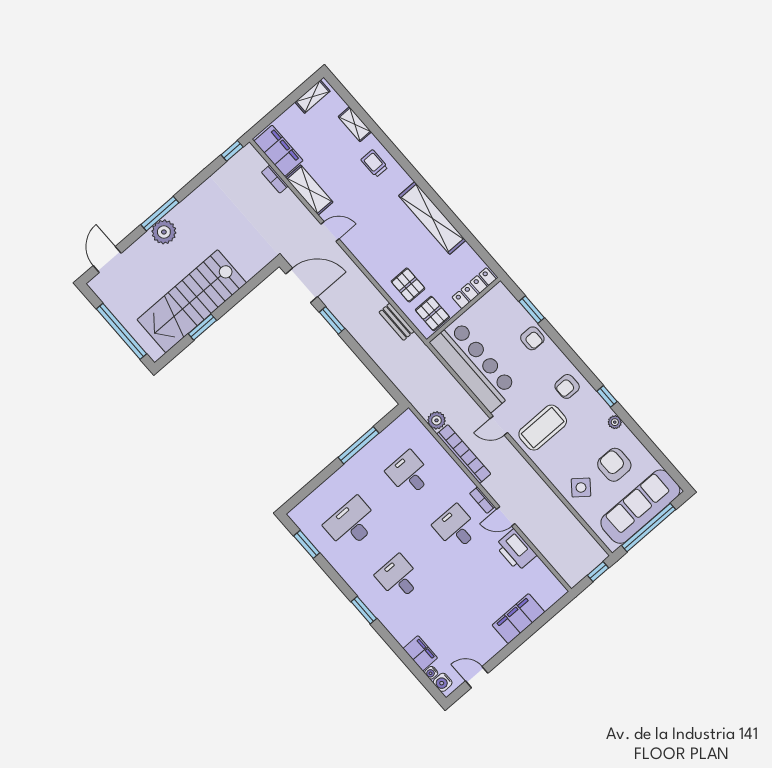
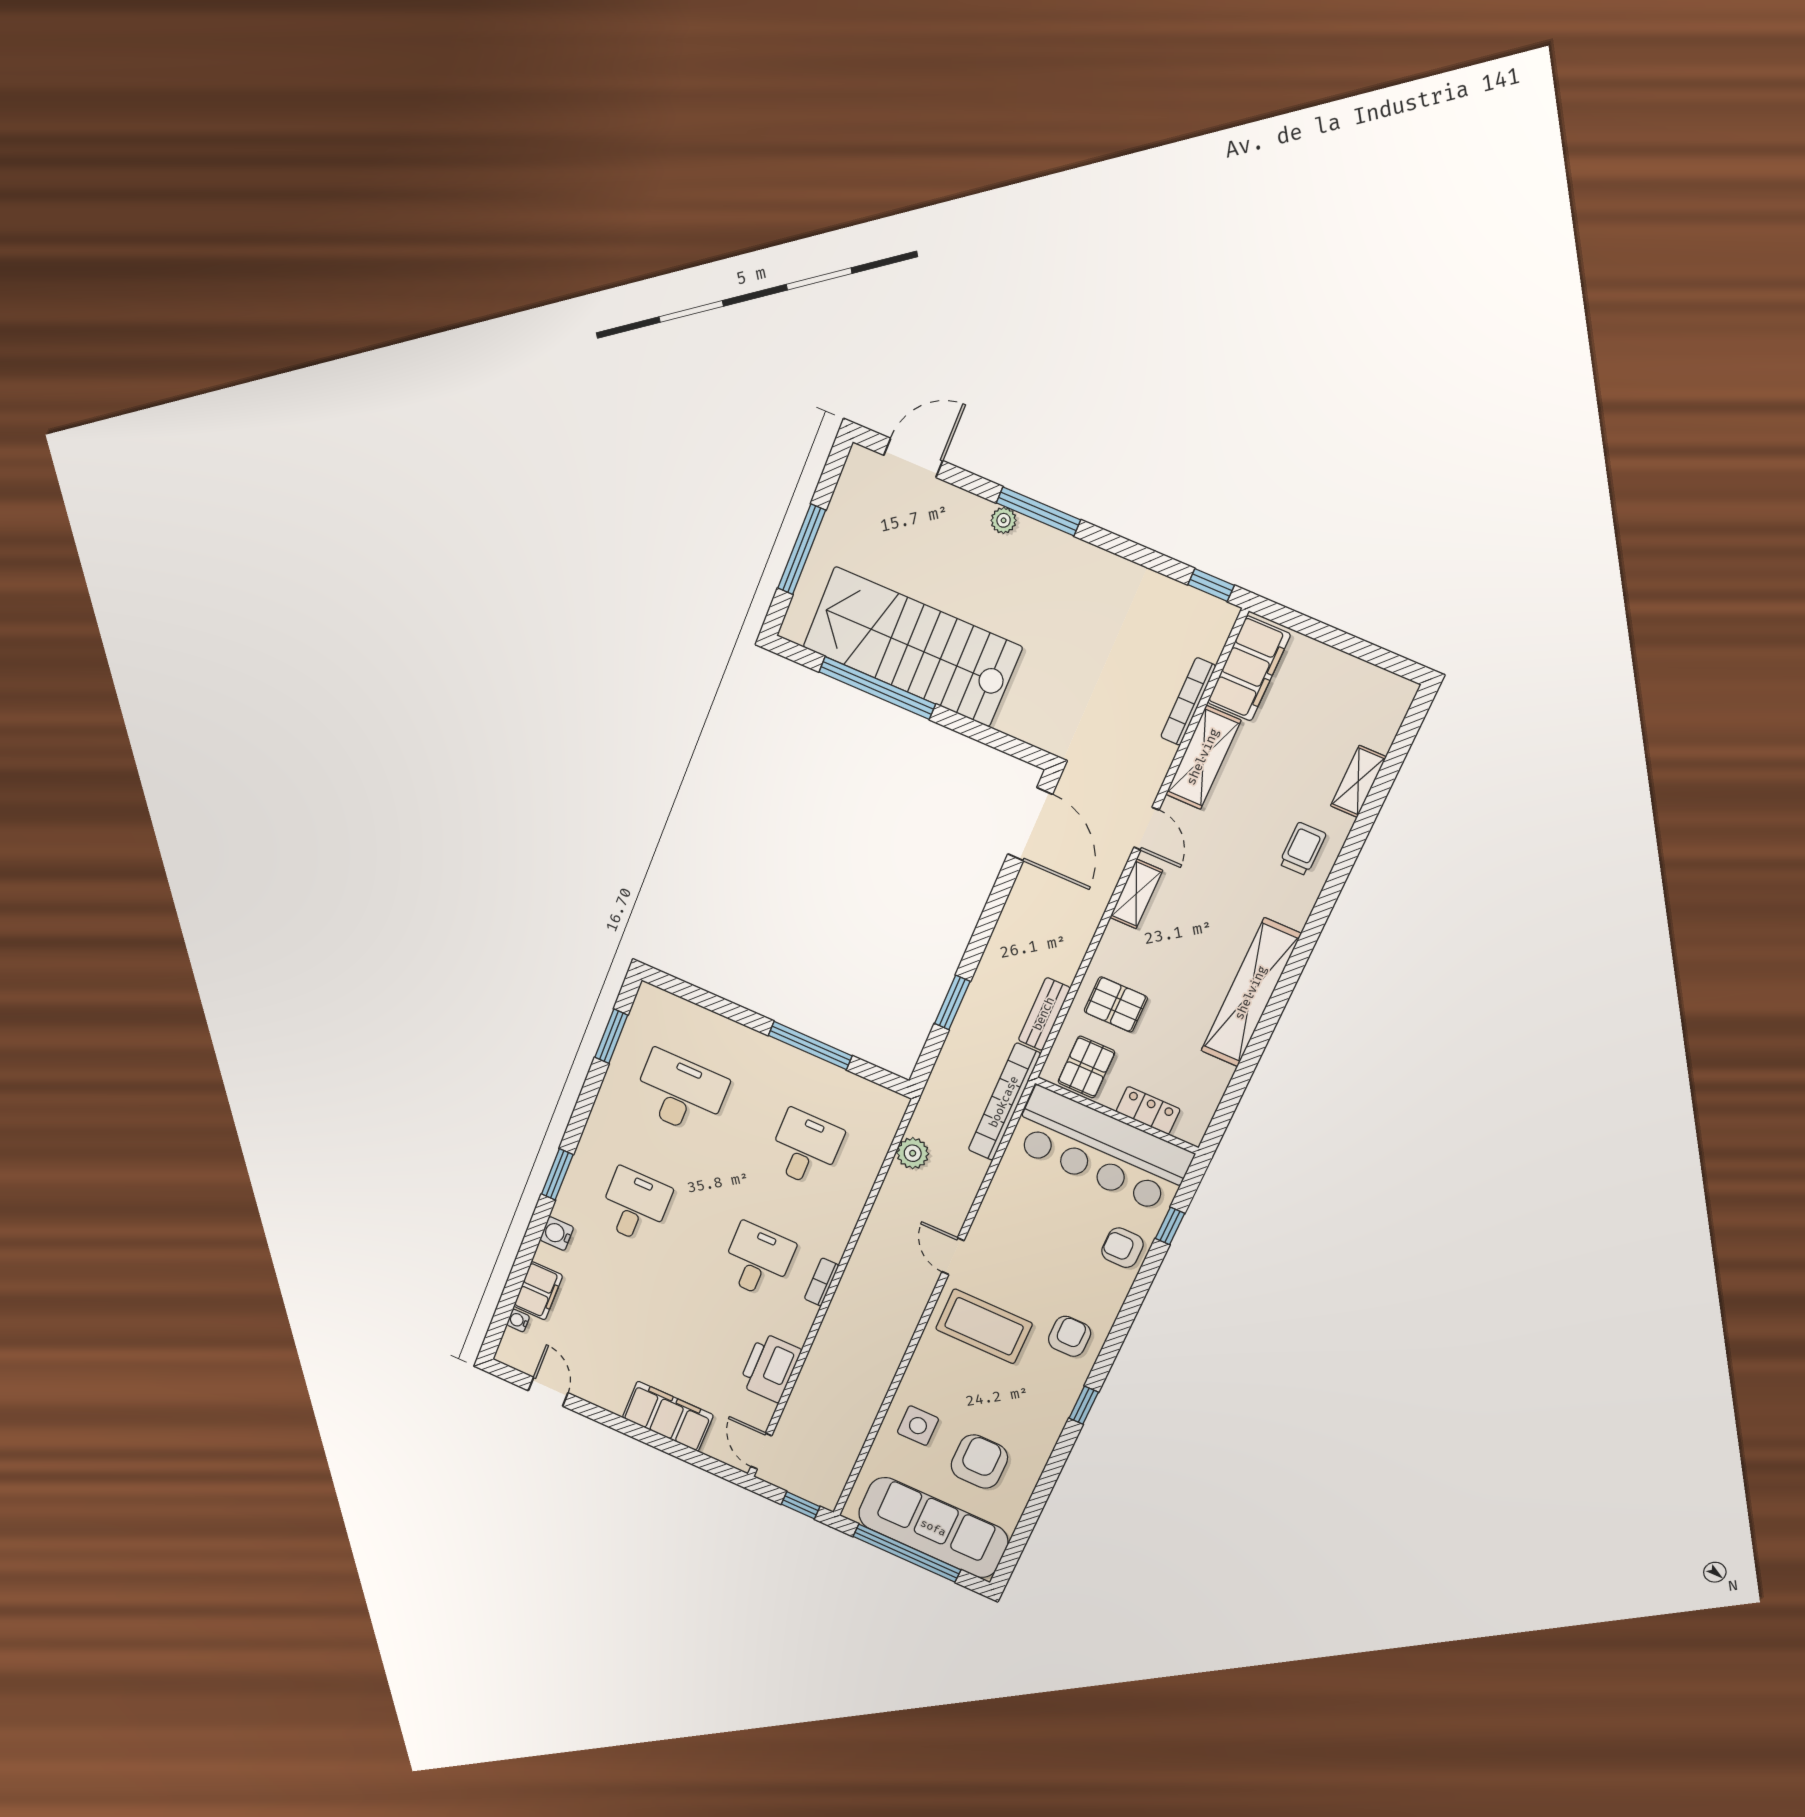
shelving: (312, 97) -> (1136, 894), moved, turned 90
bookcase: (275, 179) -> (1188, 701), width x1.56
plant: (164, 232) -> (1004, 520), width x0.53, depth x0.53
pallet: (408, 285) -> (1116, 1004), turned 90
locker: (474, 288) -> (1148, 1110), width x0.66
window: (532, 310) -> (1170, 1226), width x0.67
window: (332, 320) -> (952, 1003), moved
window: (202, 327) -> (877, 688), width x2.11
window: (121, 331) -> (802, 549), width x0.68
armchair: (532, 338) -> (1122, 1248), turned 90
bar counter: (474, 365) -> (1101, 1150), moved, turned 90
armchair: (567, 386) -> (1070, 1336), turned 90
plant: (615, 422) -> (1048, 1434), removed
bookcase: (464, 454) -> (1004, 1102), moved, turned 180
side table: (581, 487) -> (918, 1426), turned -38
door: (506, 516) -> (761, 1451), moved
water cooler: (443, 682) -> (557, 1234), moved

